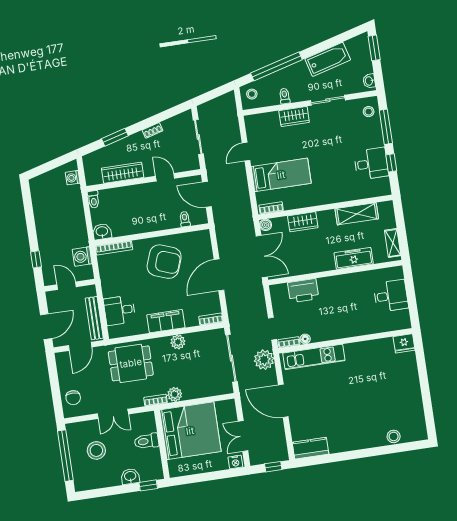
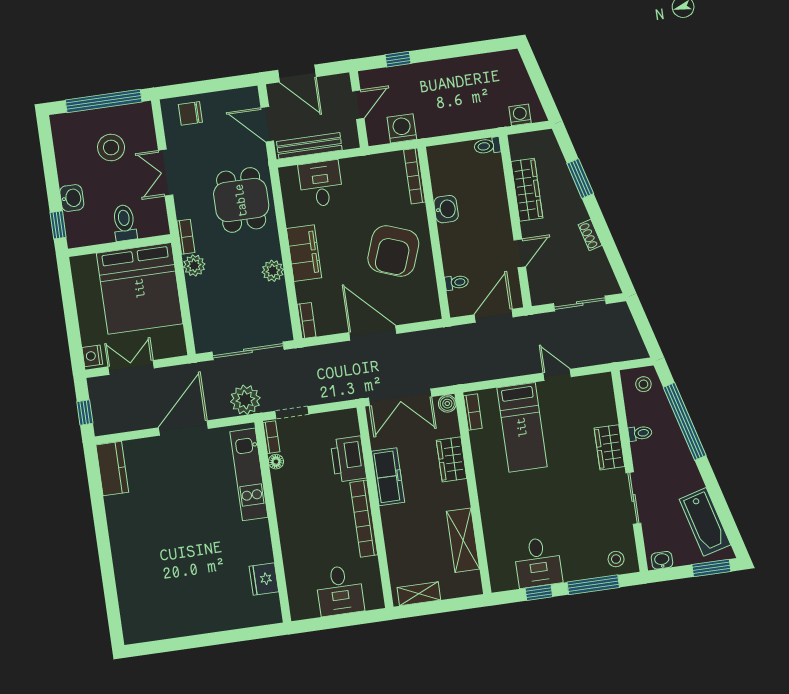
bathtub: (328, 59) -> (705, 522), moved
washbasin: (102, 232) -> (446, 209), moved
freezer: (354, 258) -> (388, 477), moved
bookcase: (343, 280) -> (364, 519), added
fridge: (404, 343) -> (264, 579), moved
stool: (394, 436) -> (129, 593), removed

